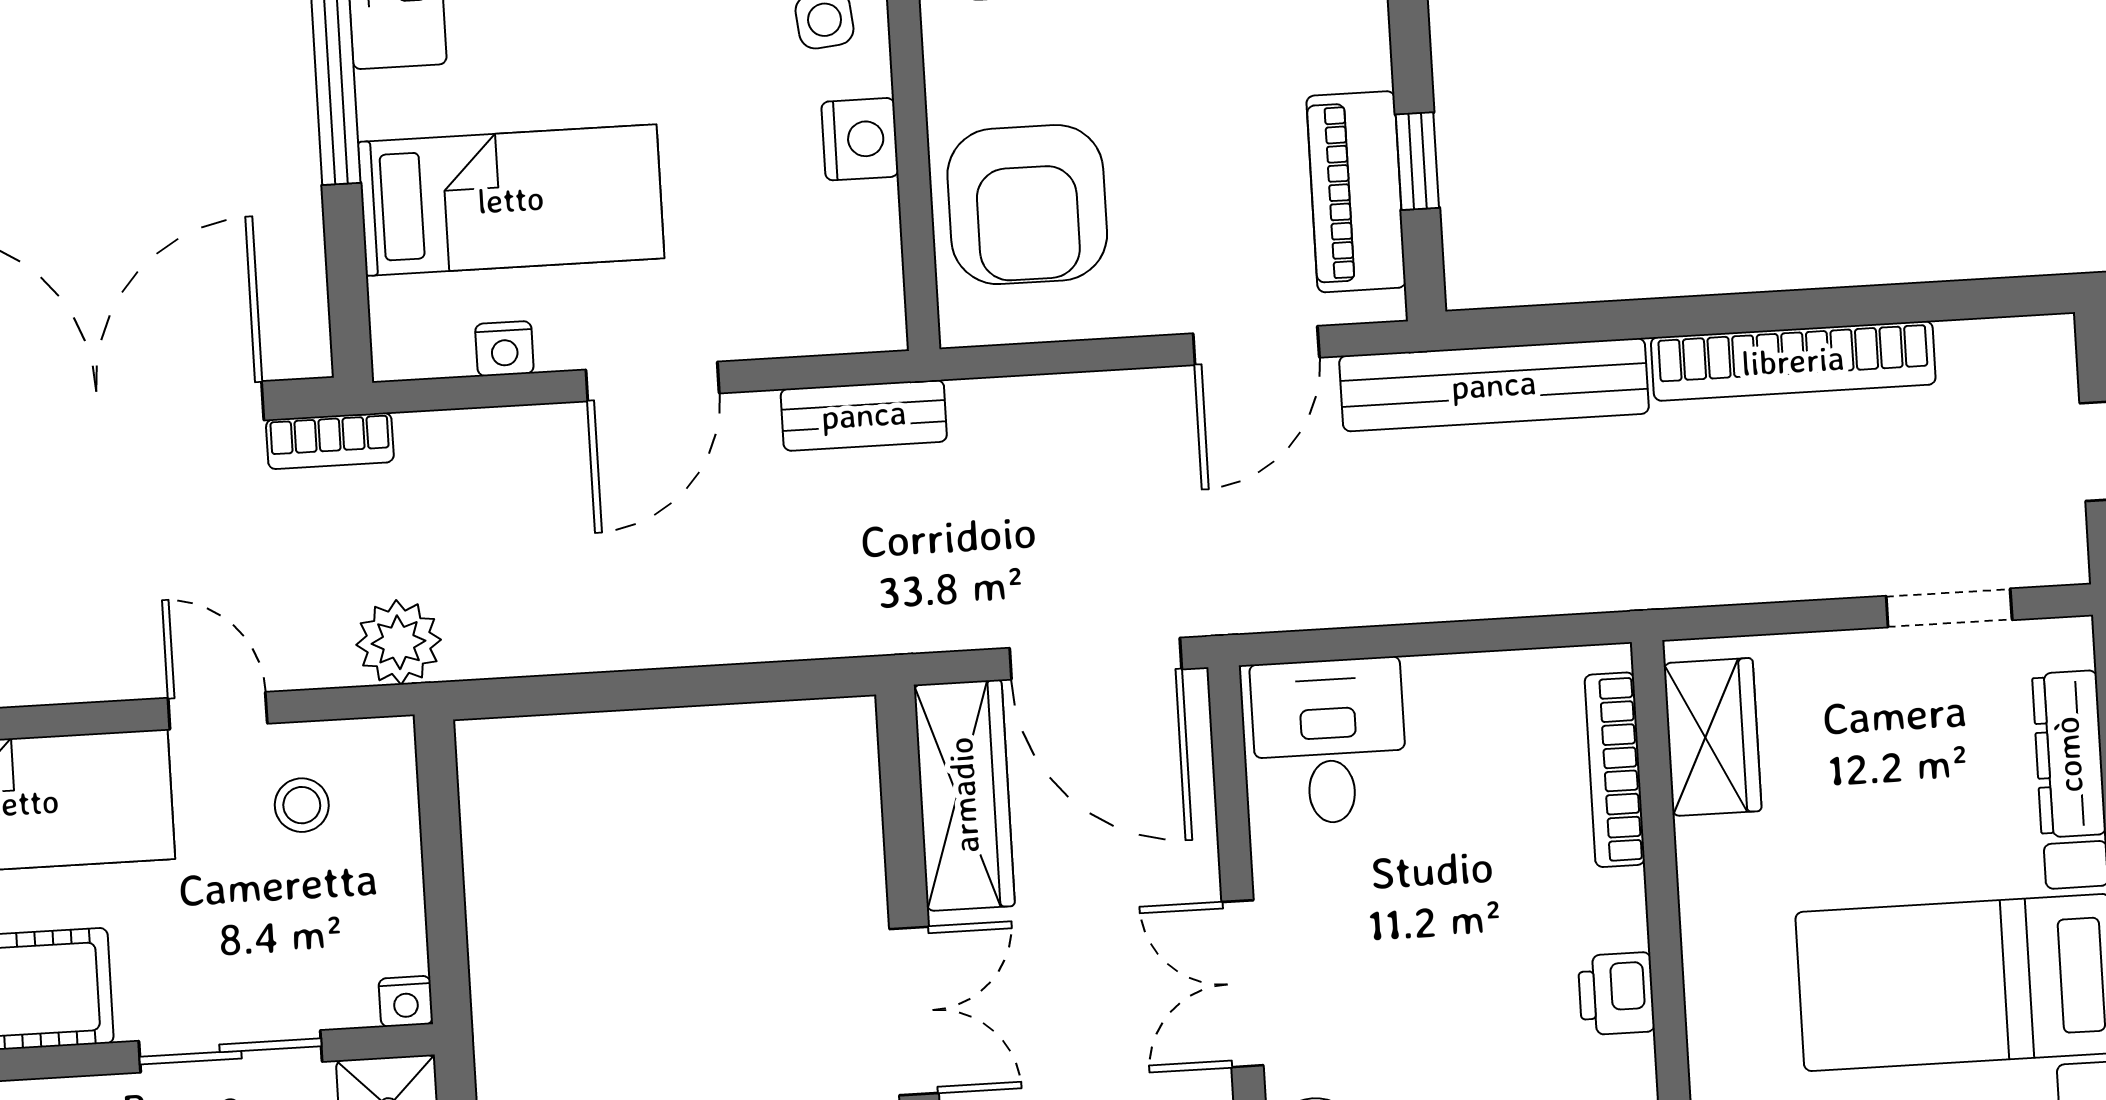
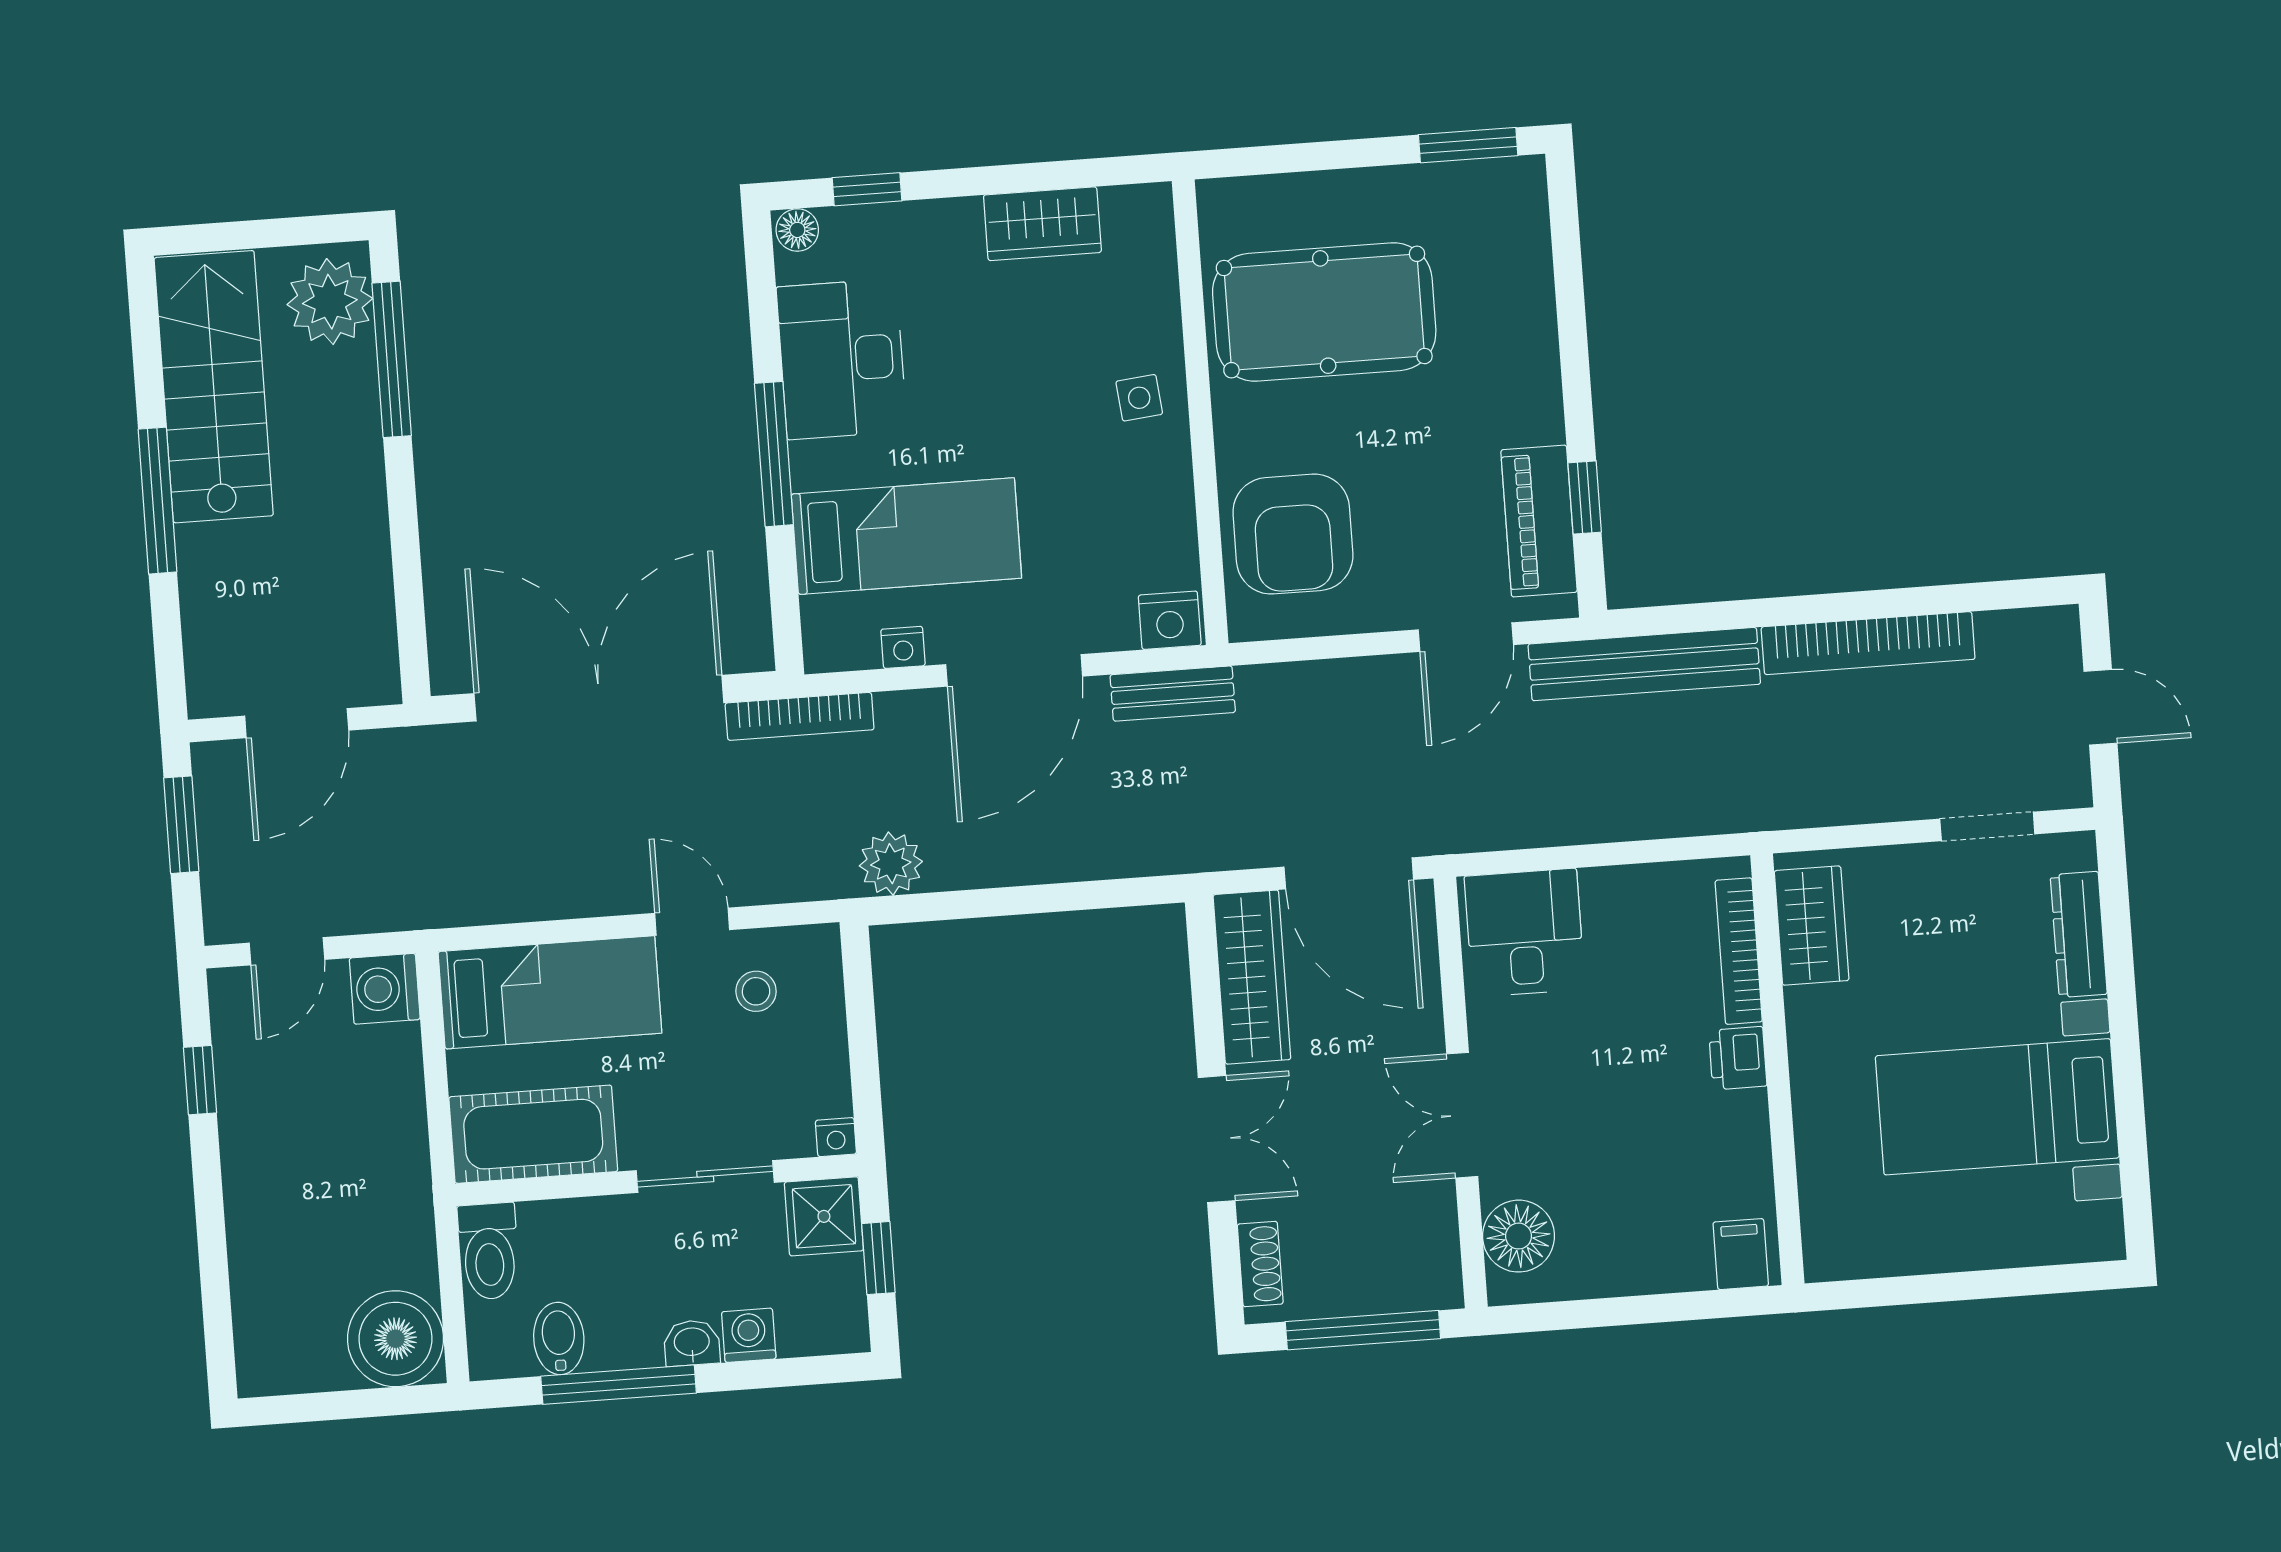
nightstand: (860, 139) -> (1170, 620), moved, turned 90
door: (653, 381) -> (1014, 670), width x1.36
bookcase: (330, 441) -> (800, 716), width x1.56
plant: (399, 642) -> (891, 864), moved
printer: (1616, 994) -> (1738, 1058), moved

